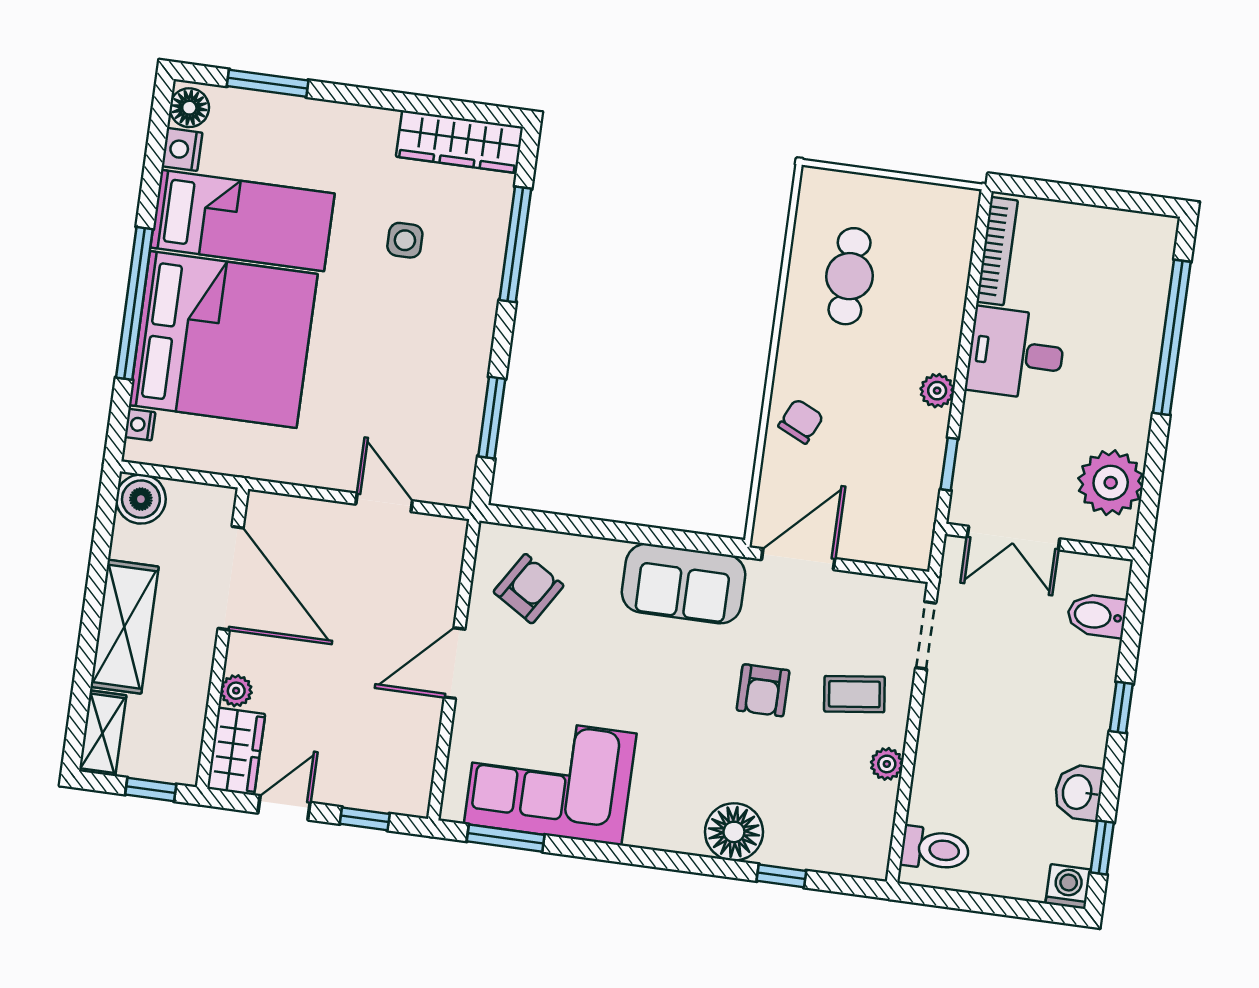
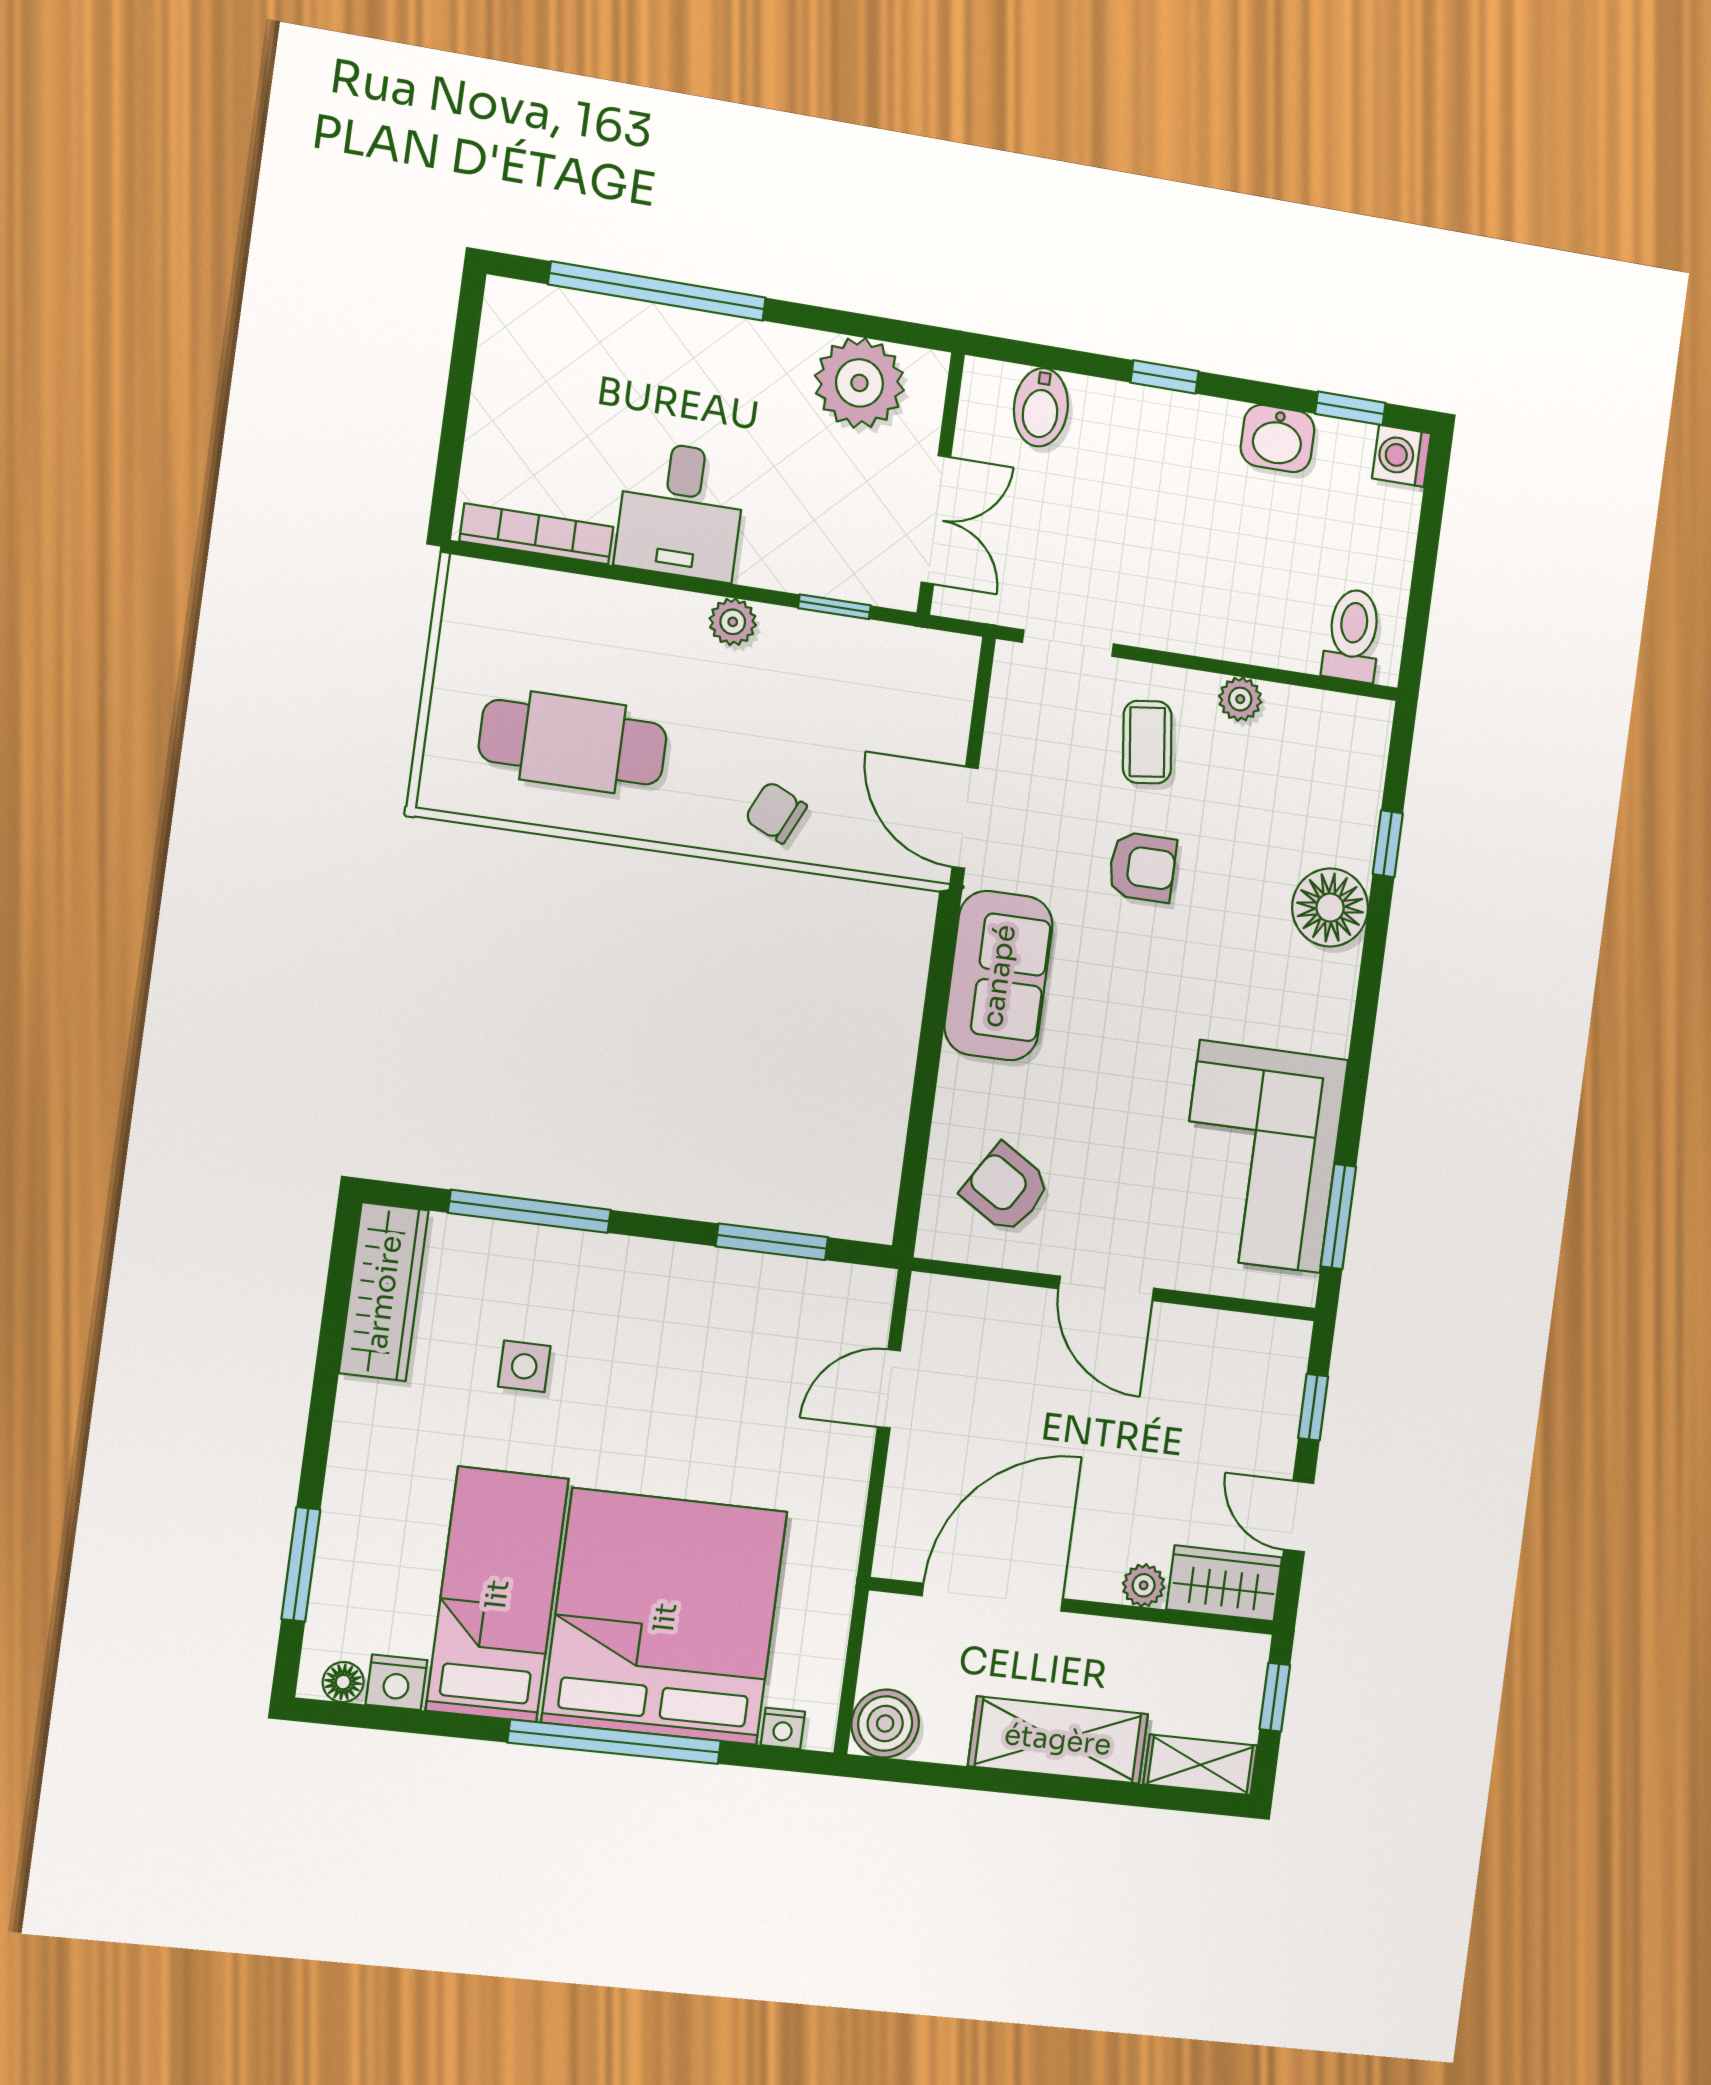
floor lamp: (189, 108) -> (343, 1682), width x0.73, depth x0.73
cafe table: (850, 276) -> (573, 742), width x1.37, depth x1.35

